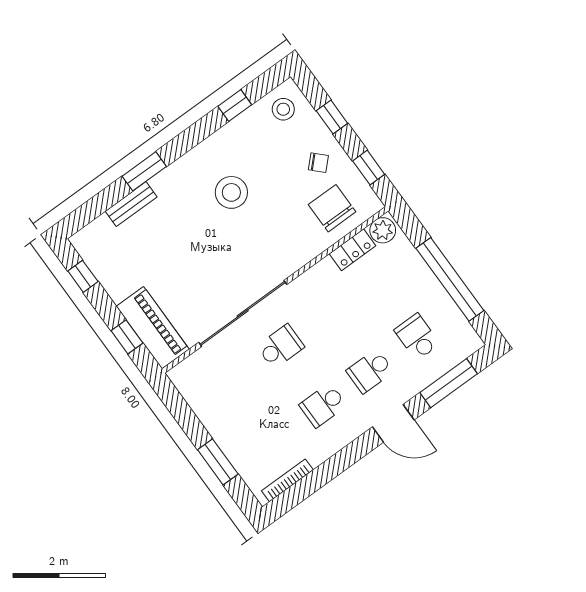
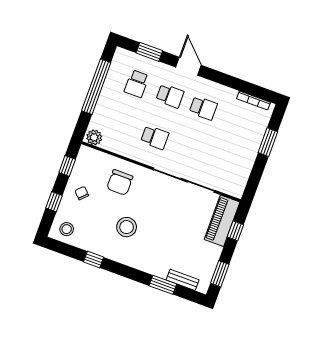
window: (235, 105) -> (94, 260), moved
window: (144, 171) -> (163, 285), moved
bench: (131, 204) -> (183, 280), moved
chair: (332, 208) -> (120, 182), moved
locker: (352, 250) -> (114, 146), removed
window: (83, 276) -> (220, 274), width x1.50
school desk: (280, 347) -> (155, 137), moved, turned 180
window: (449, 383) -> (149, 52), width x0.69

